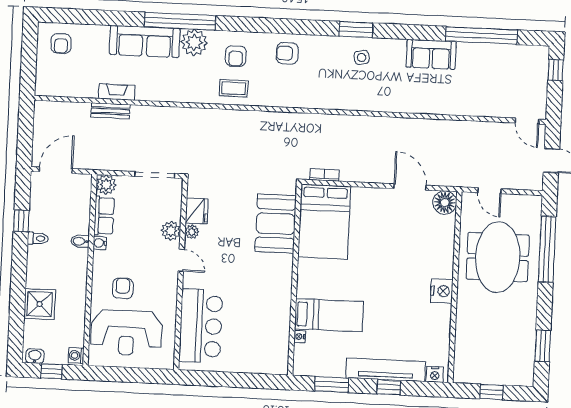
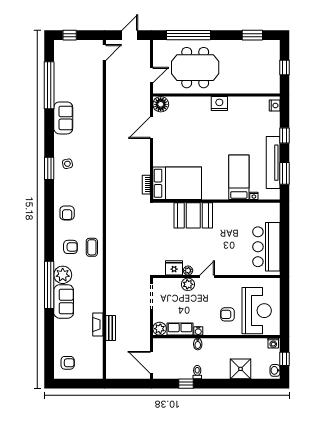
sofa: (145, 41) -> (64, 301), width x0.73
booth: (276, 224) -> (193, 215), moved
bar counter: (201, 326) -> (266, 247), moved, turned -90
tv unit: (386, 370) -> (273, 163), moved

